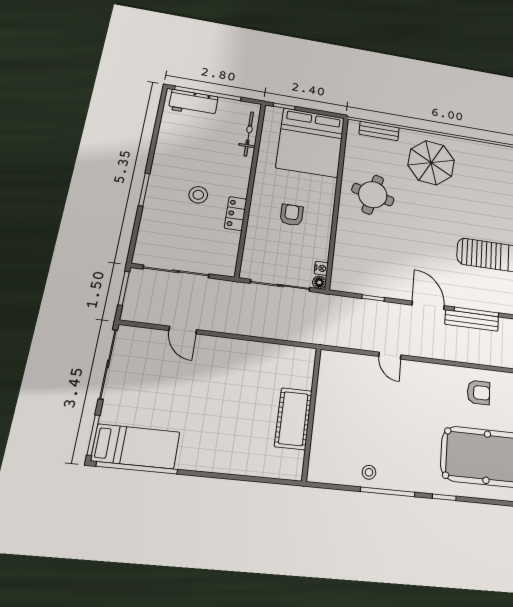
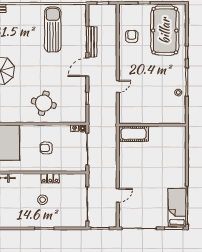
round table: (373, 195) -> (44, 103), moved
cot: (293, 419) -> (134, 134), moved

